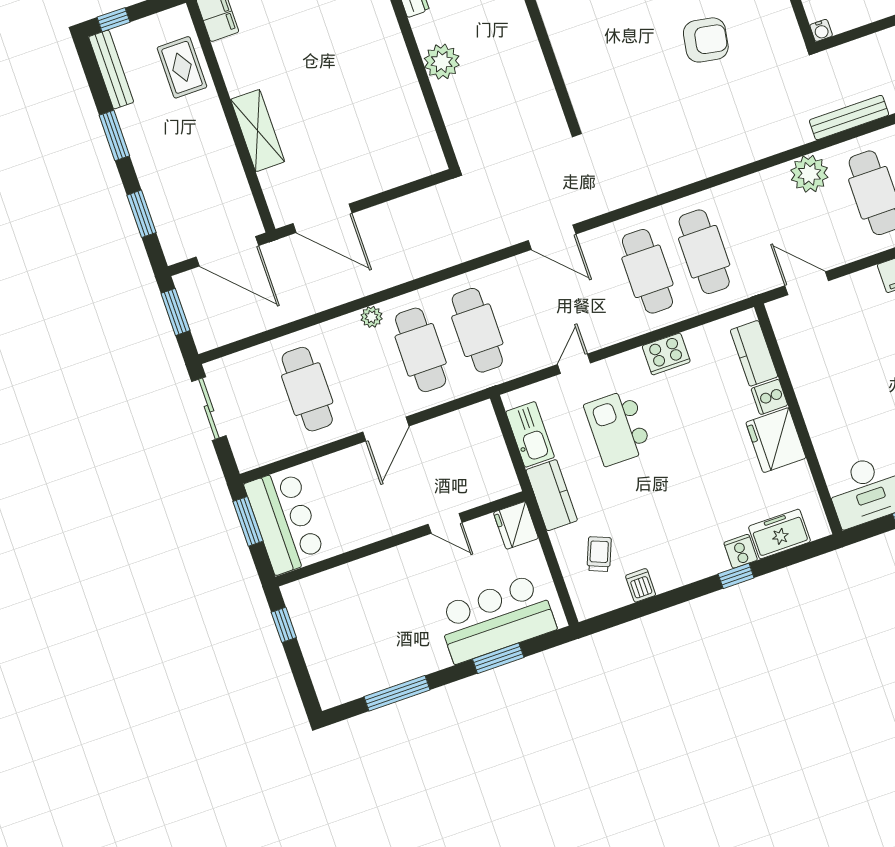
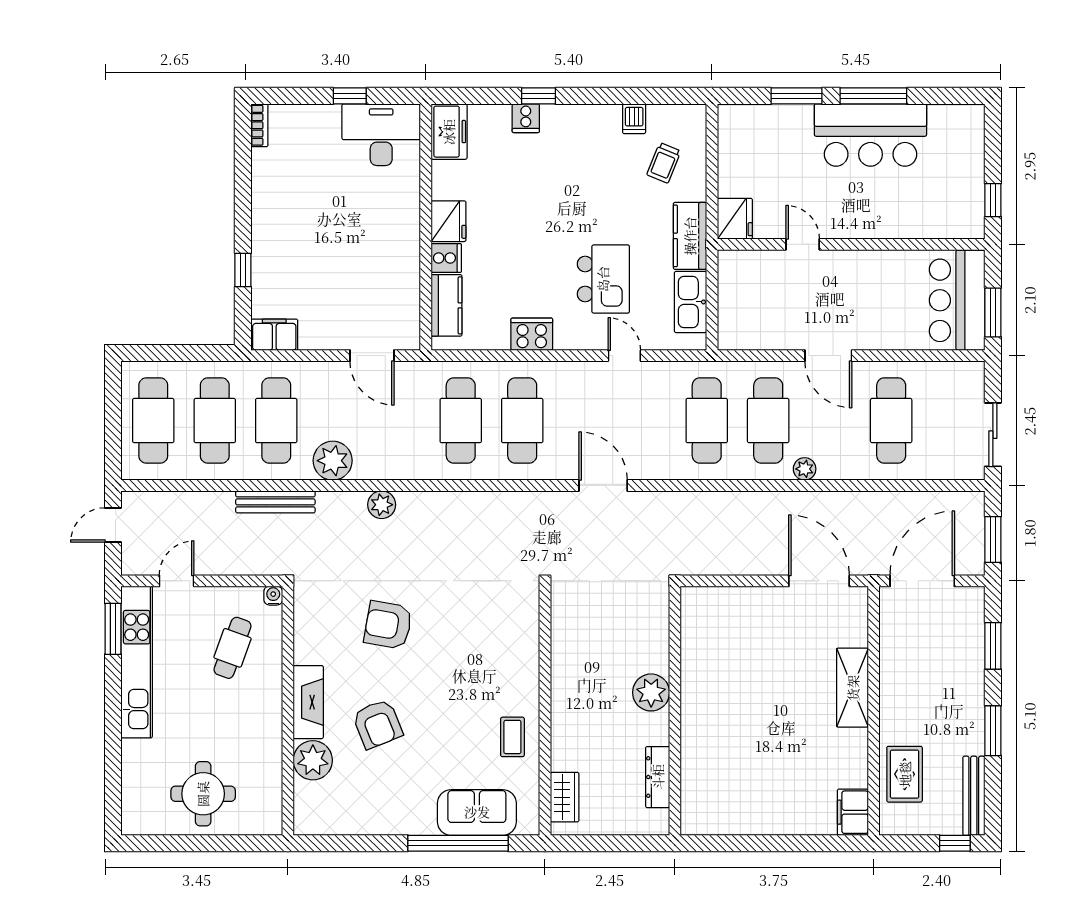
plant: (750, 149) -> (382, 505), added
door: (227, 251) -> (922, 581), hinge flipped
door: (574, 364) -> (624, 356), swing flipped
door: (386, 429) -> (828, 356), swing flipped
fridge: (776, 440) -> (448, 221), width x0.73, depth x0.75
freezer: (780, 534) -> (449, 132), moved, turned -90
bar counter: (496, 619) -> (870, 135), moved
window: (397, 693) -> (873, 96), moved

